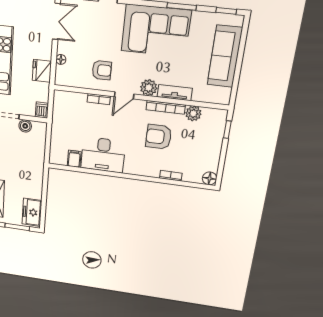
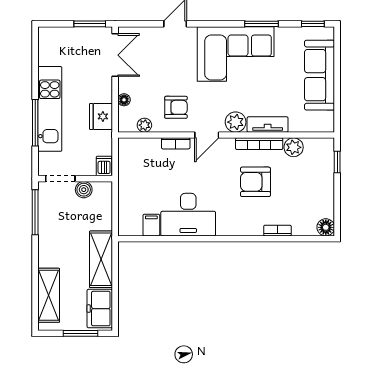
plant: (75, 82) -> (144, 125), added
shelving: (35, 178) -> (101, 259), added

